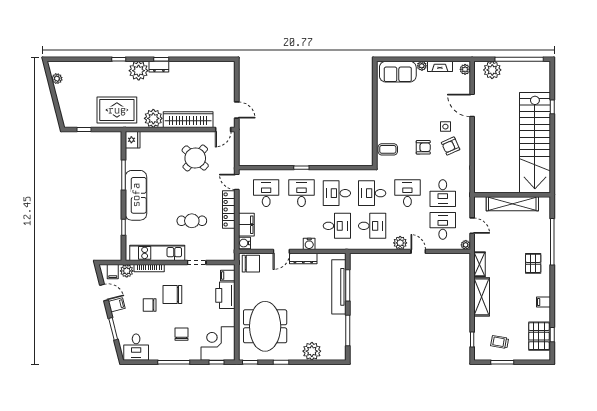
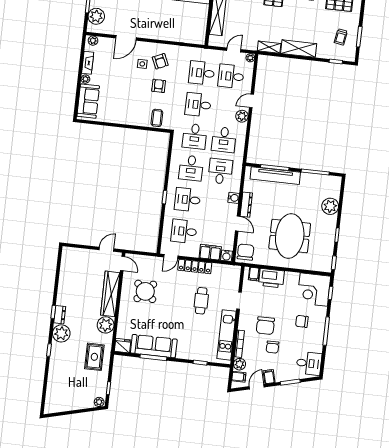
plant: (57, 79) -> (99, 402), moved
rug: (117, 110) -> (94, 357), width x0.73, depth x0.70
desk: (443, 193) -> (202, 73), turned 180
sofa: (136, 195) -> (154, 346), moved
desk: (372, 226) -> (224, 140), turned 180
meeting table: (265, 326) -> (290, 236), moved, turned 90

